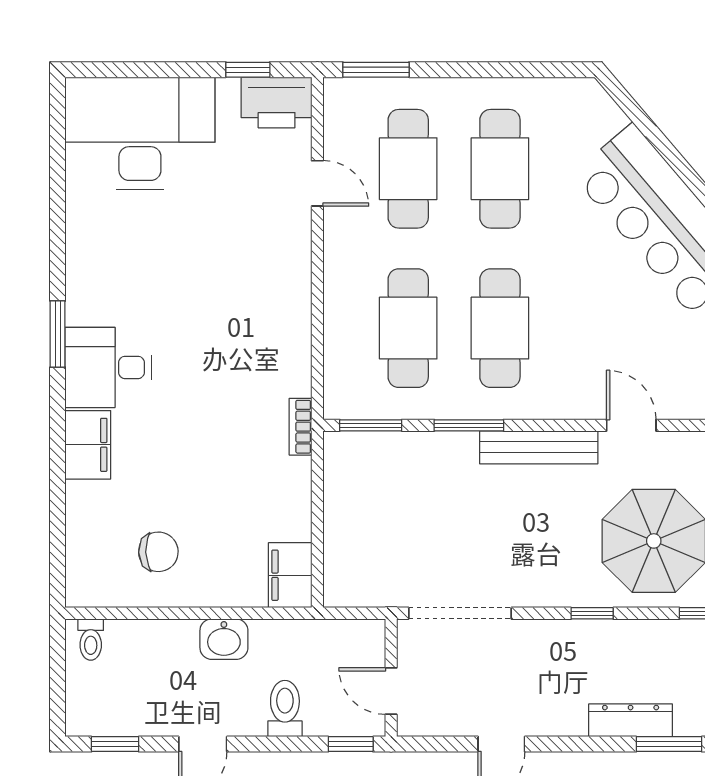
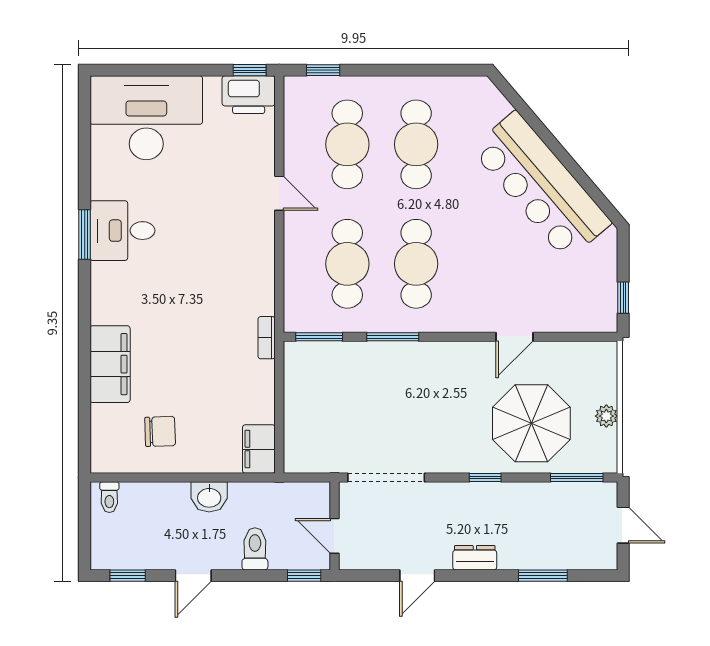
window: (248, 70) -> (250, 70), moved
window: (376, 70) -> (323, 70), width x0.67
door: (317, 183) -> (279, 193), moved
window: (58, 334) -> (85, 234), moved
desk: (108, 367) -> (122, 231), moved
door: (631, 425) -> (514, 337), swing flipped
filing cabinet: (88, 445) -> (110, 364), width x1.50, depth x1.17
bench: (539, 447) -> (445, 353), removed
dresser: (631, 720) -> (475, 558), moved, width x0.70

